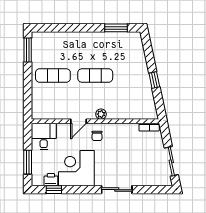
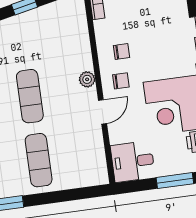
door: (79, 121) -> (103, 112), hinge flipped
chair: (116, 139) -> (122, 51), added

